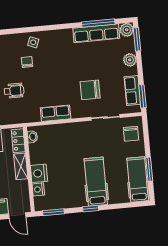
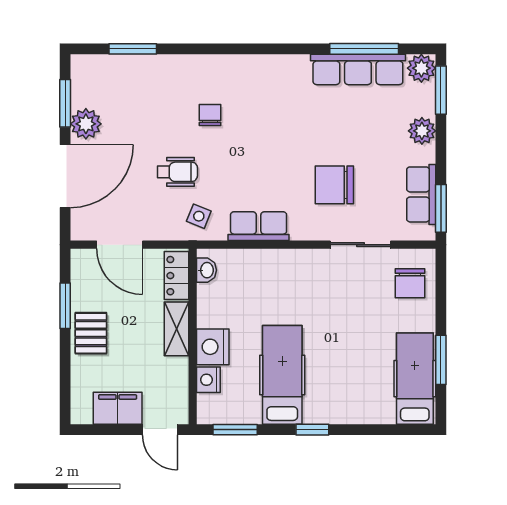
side table: (33, 42) -> (199, 216), moved
hospital bed: (96, 182) -> (282, 375), moved

